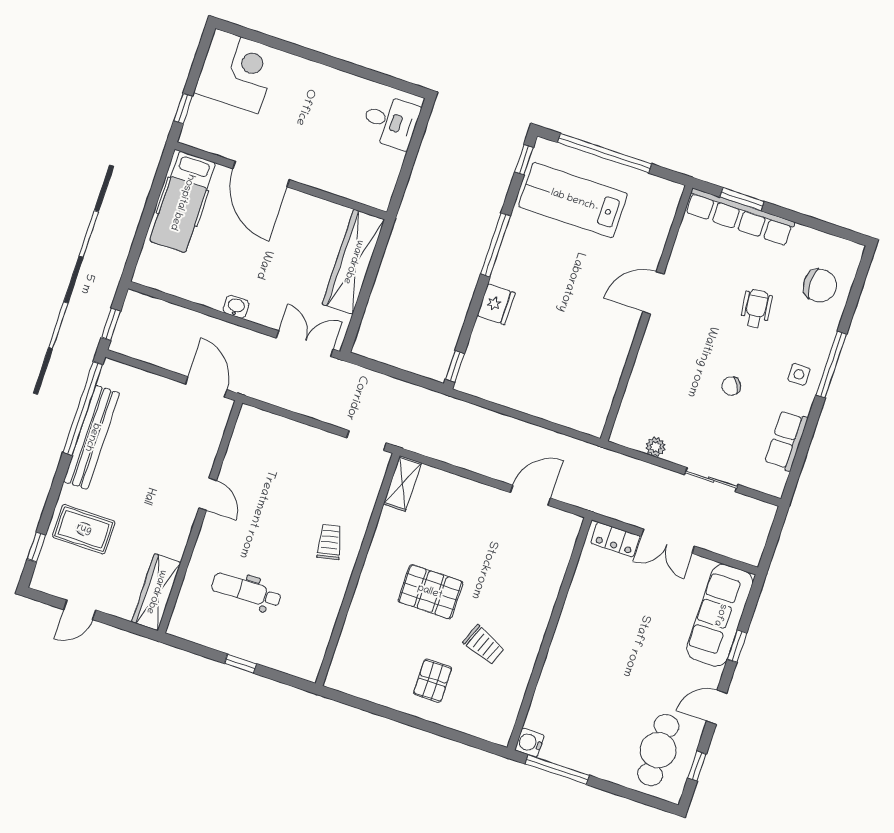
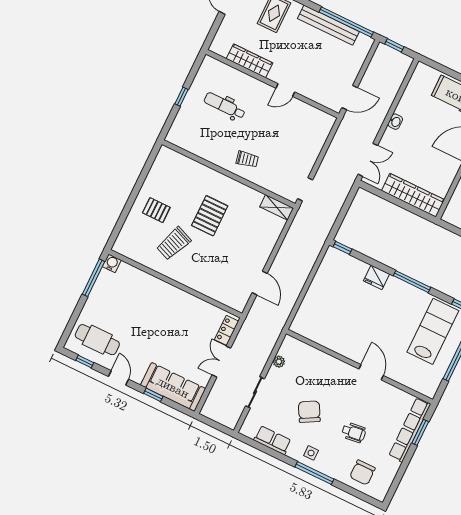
chair: (731, 386) -> (309, 412), width x1.87, depth x1.87
dental chair: (246, 591) -> (225, 106), turned -88
wardrobe: (156, 592) -> (249, 61), moved
trolley: (484, 645) -> (174, 244), width x1.36, depth x1.39

